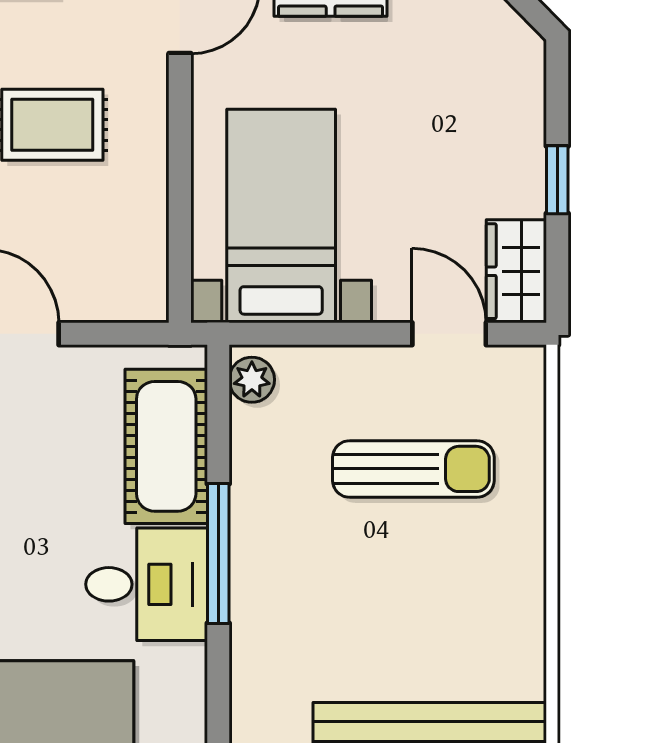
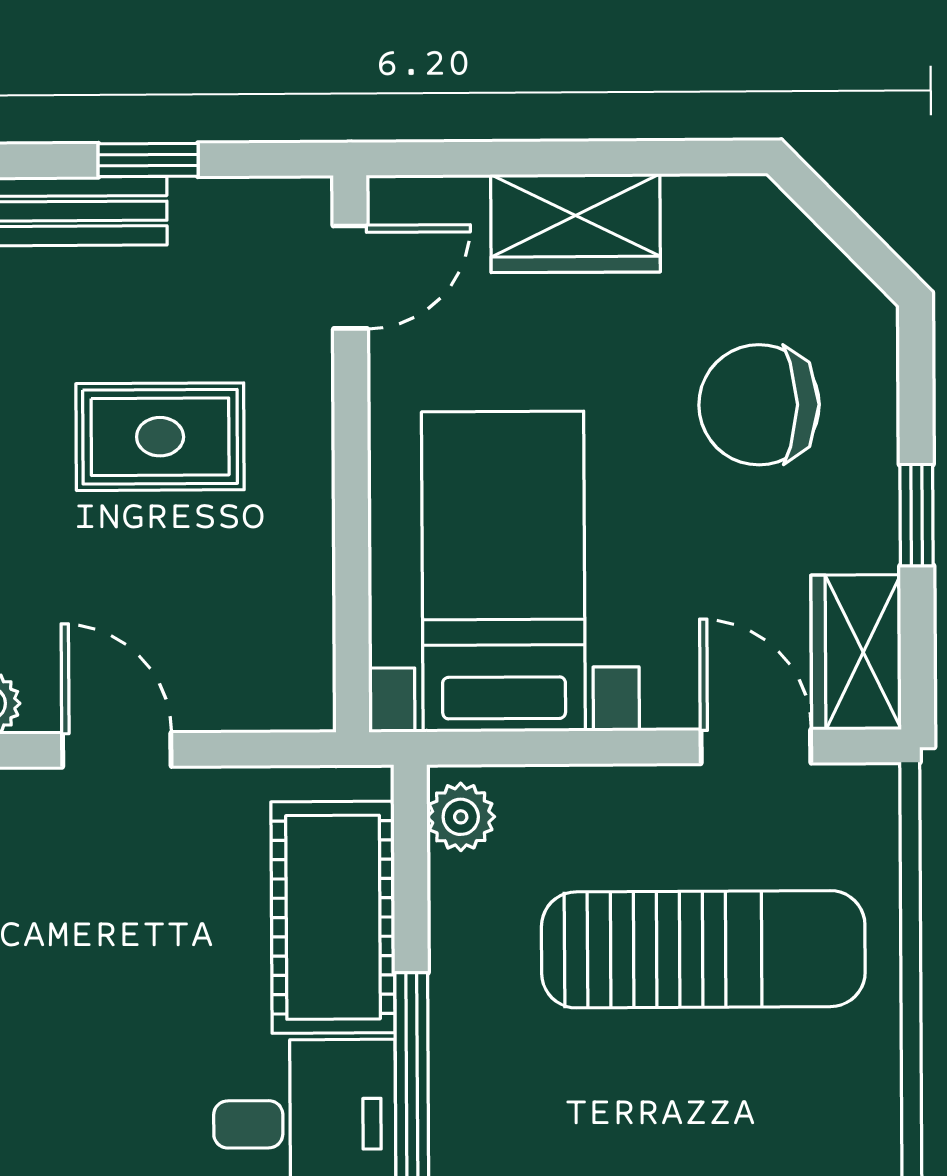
chair: (452, 106) -> (759, 405), added
sun lounger: (413, 469) -> (703, 949), width x1.36, depth x1.34

